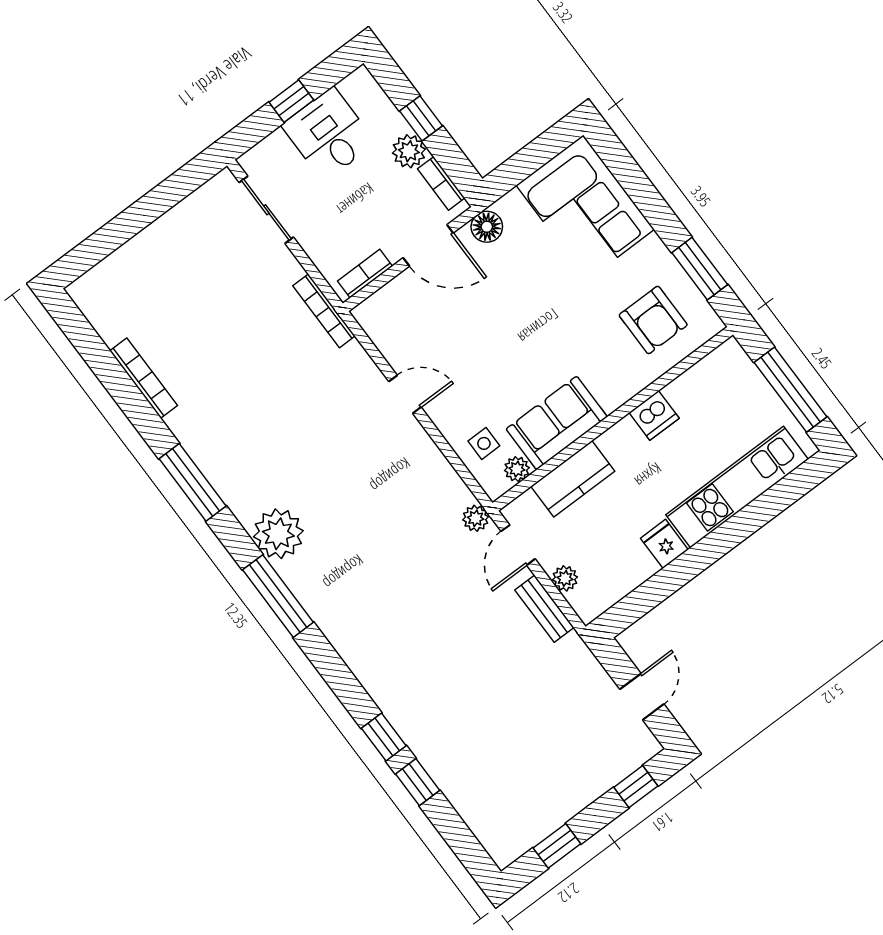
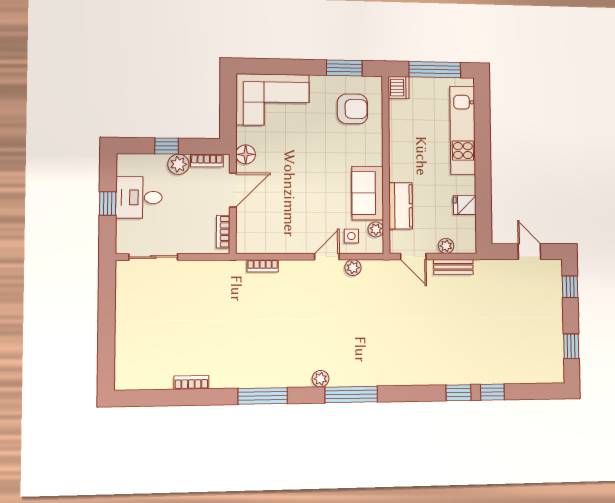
bookcase: (324, 311) -> (263, 266), moved, width x0.64
bookcase: (144, 378) -> (191, 382), width x0.64
door: (405, 394) -> (327, 257), moved
dishwasher: (654, 415) -> (399, 88), moved
plant: (476, 518) -> (353, 268), moved
plant: (278, 534) -> (321, 379), width x0.53, depth x0.53
fridge: (664, 544) -> (465, 205), moved

